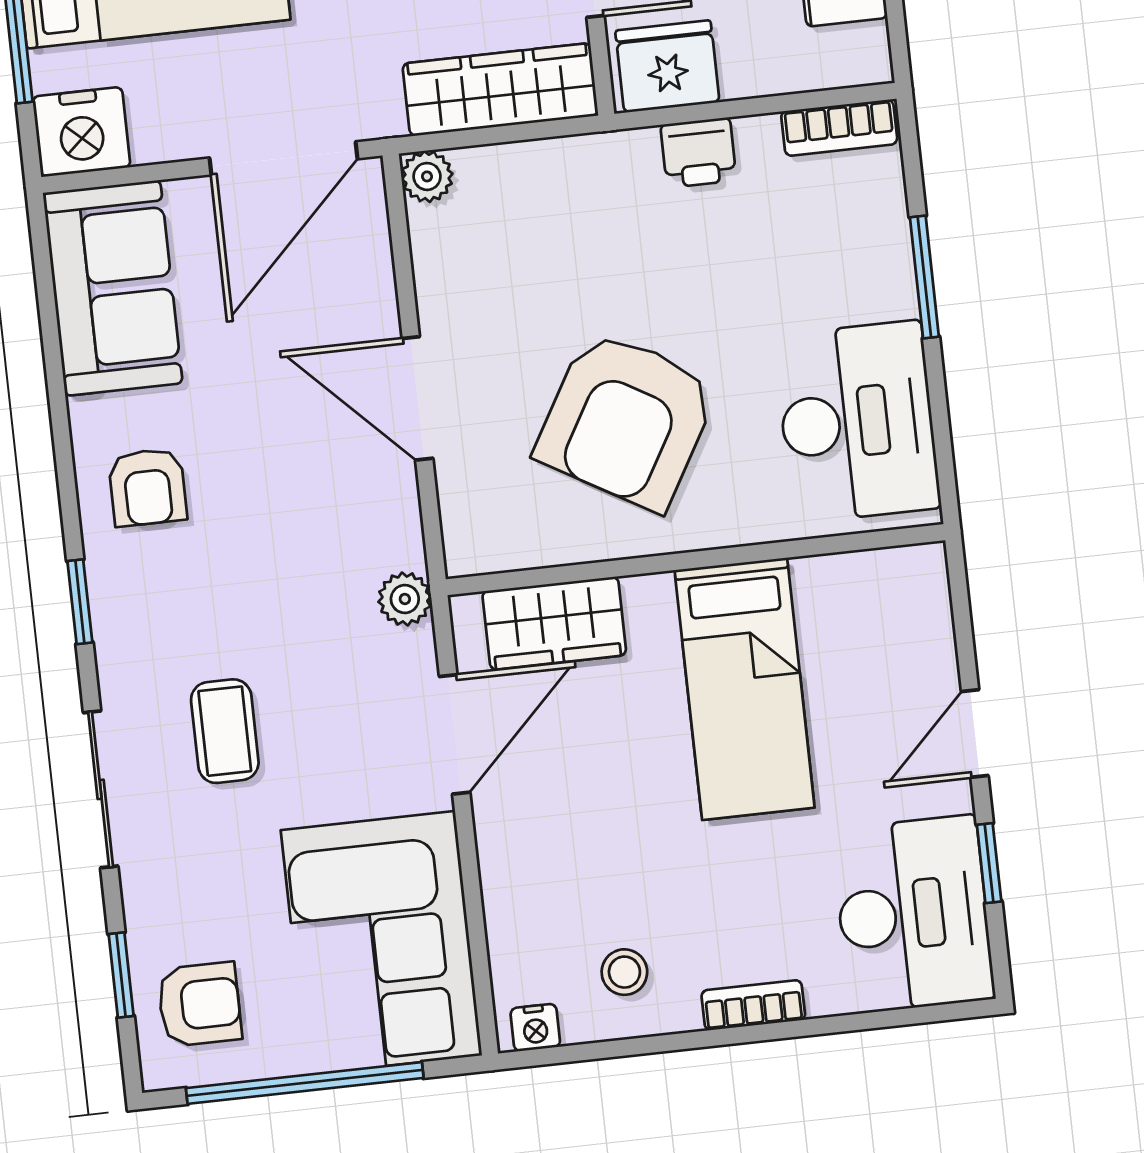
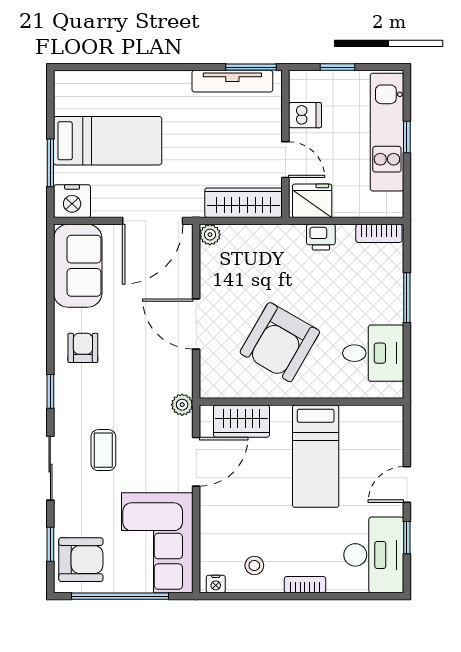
desk: (857, 422) -> (373, 353), width x0.73
armchair: (147, 487) -> (83, 348), turned 180
armchair: (199, 1004) -> (81, 560), width x1.38, depth x1.38

